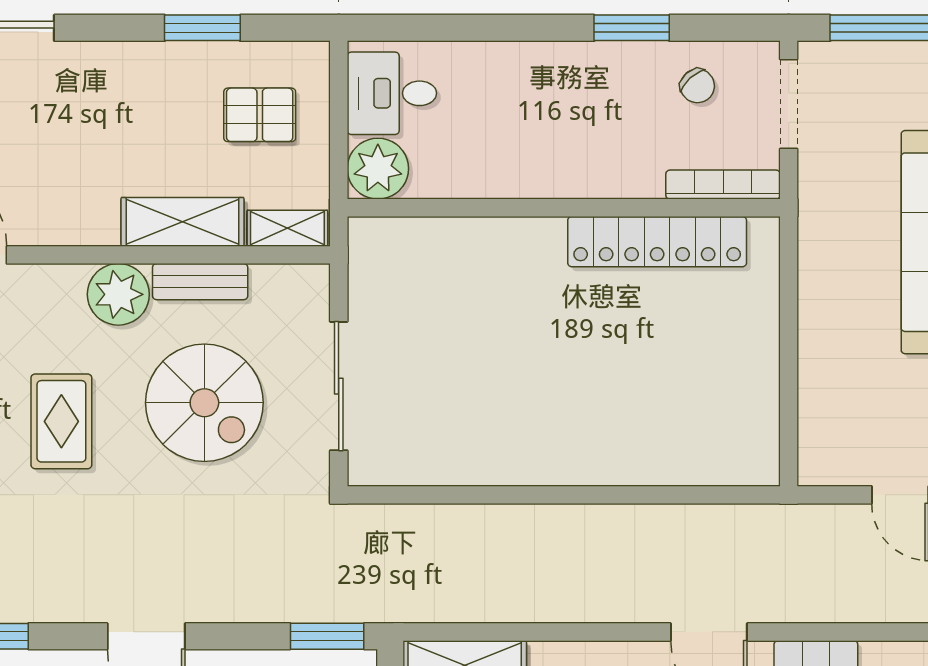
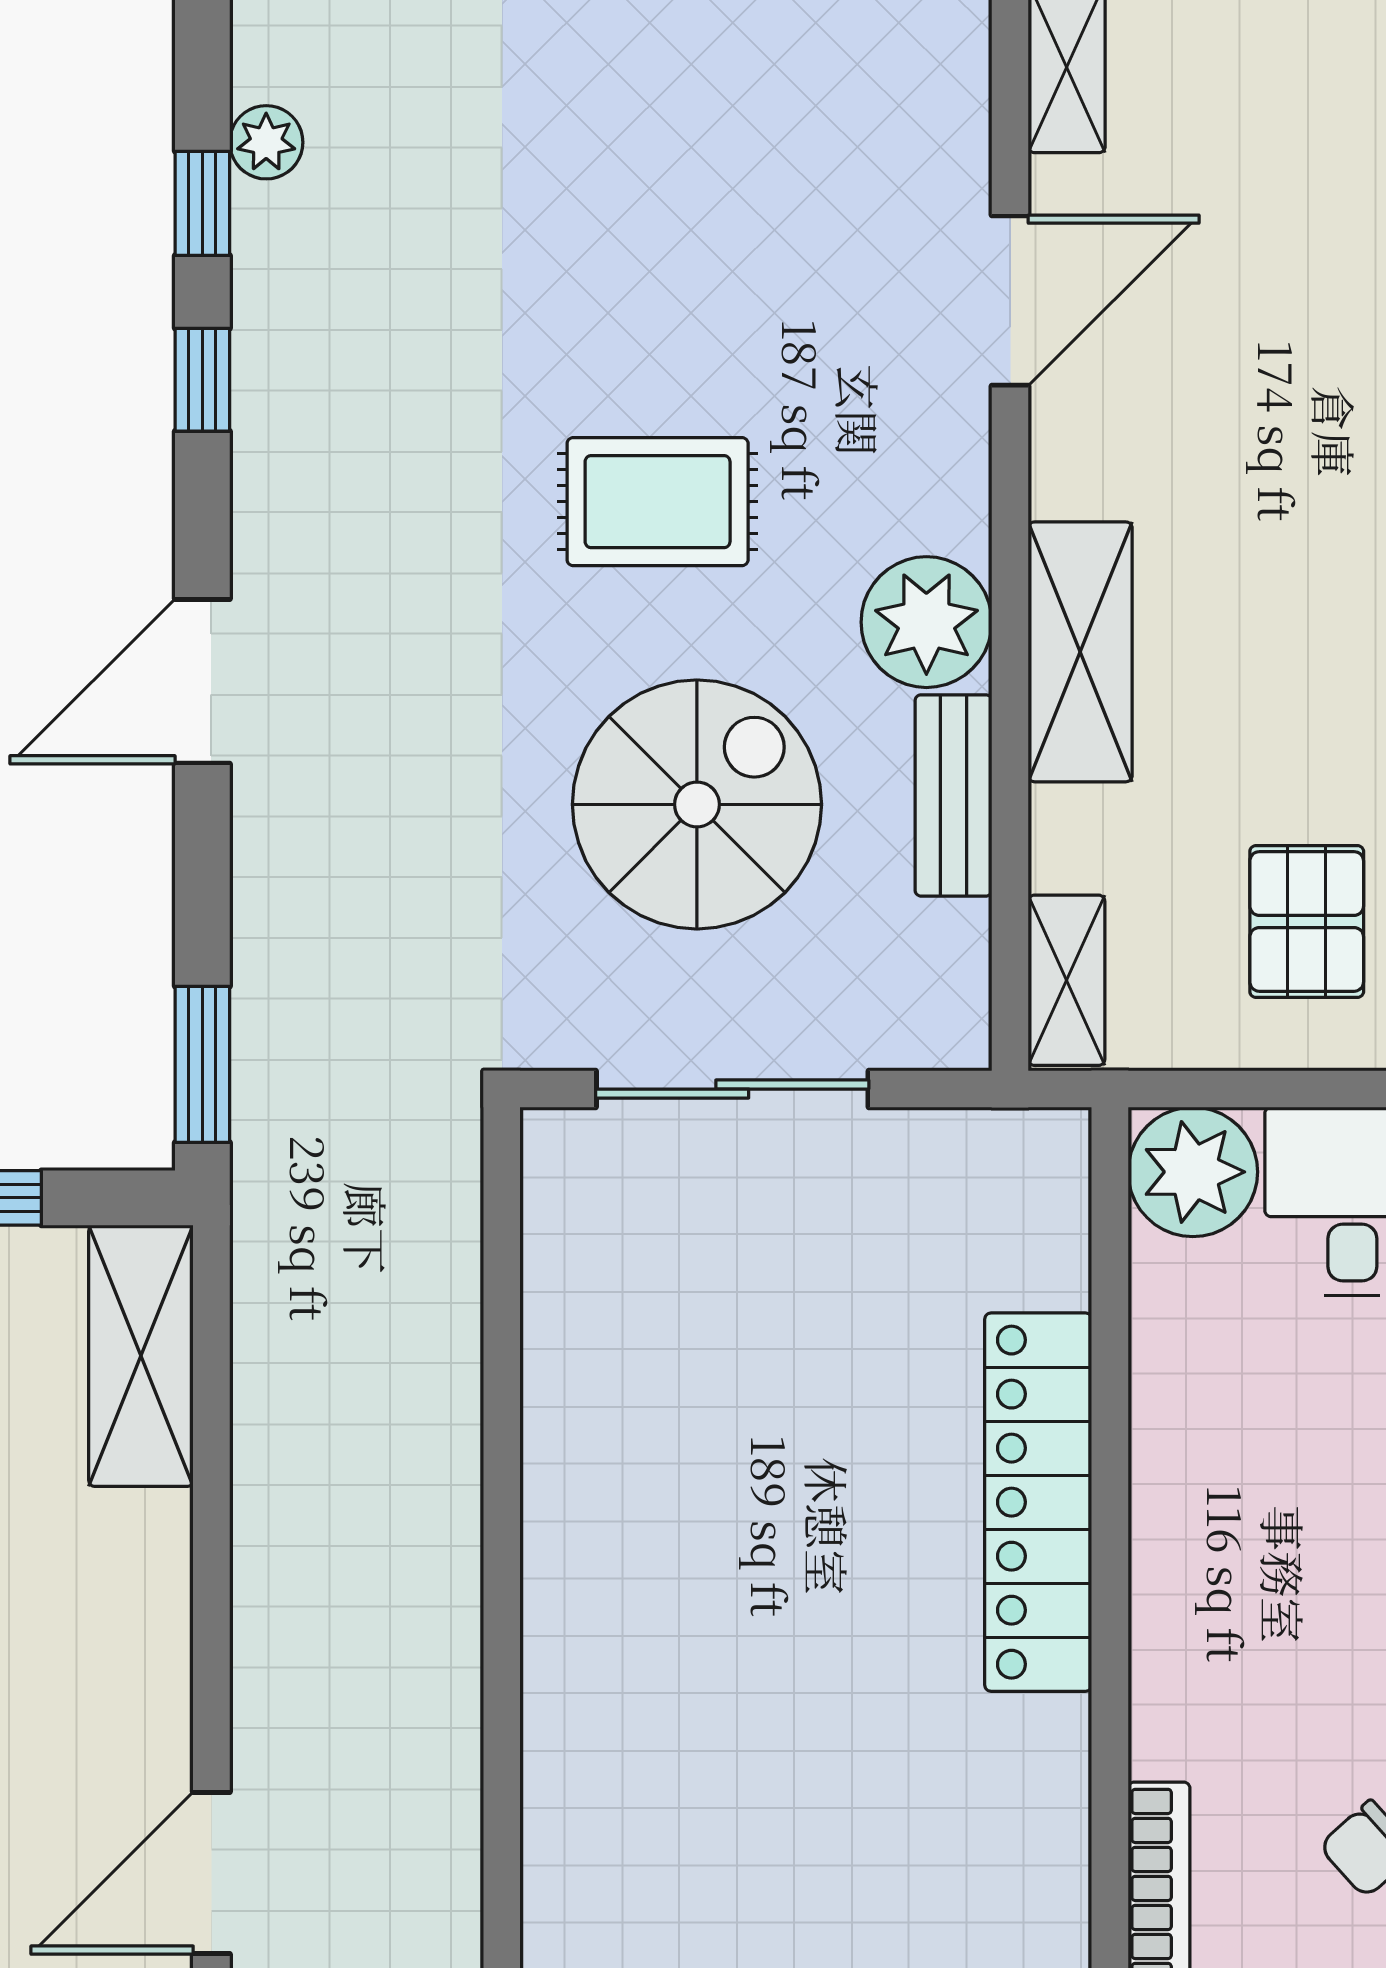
shelving: (182, 222) -> (1080, 652), moved
locker: (657, 242) -> (1038, 1502), moved
spiral stairs: (204, 403) -> (697, 804), turned 180

